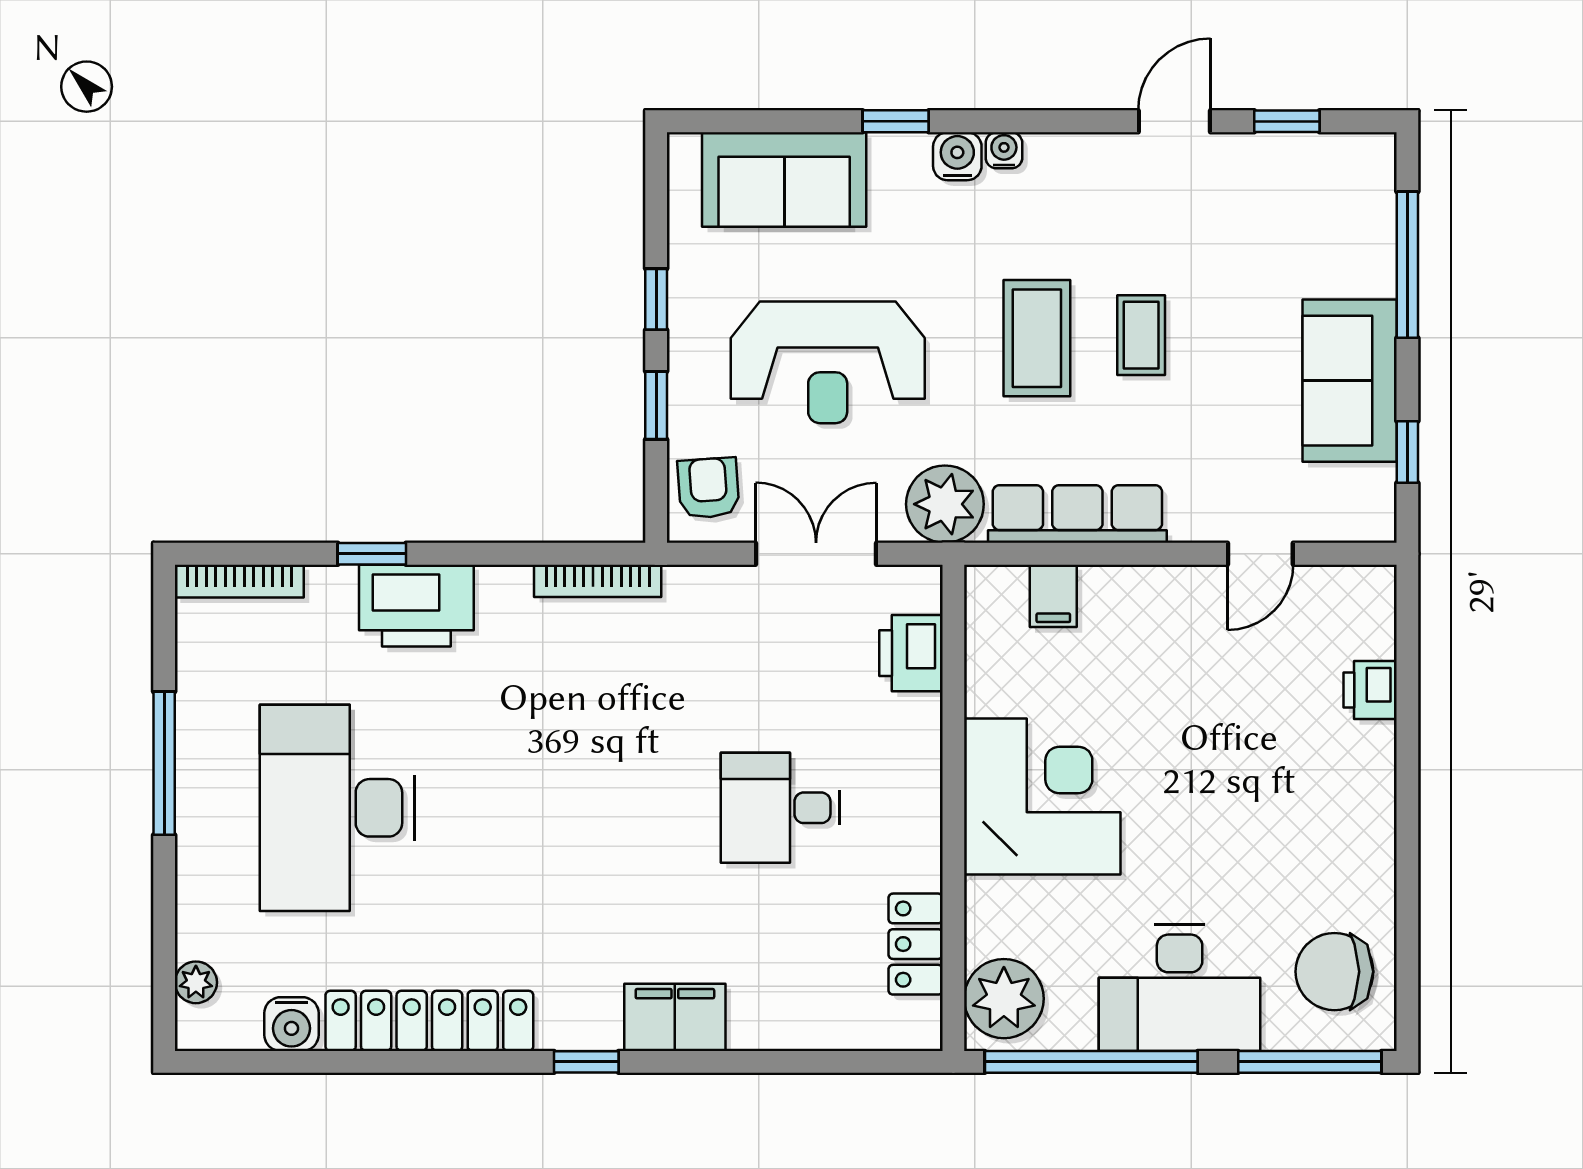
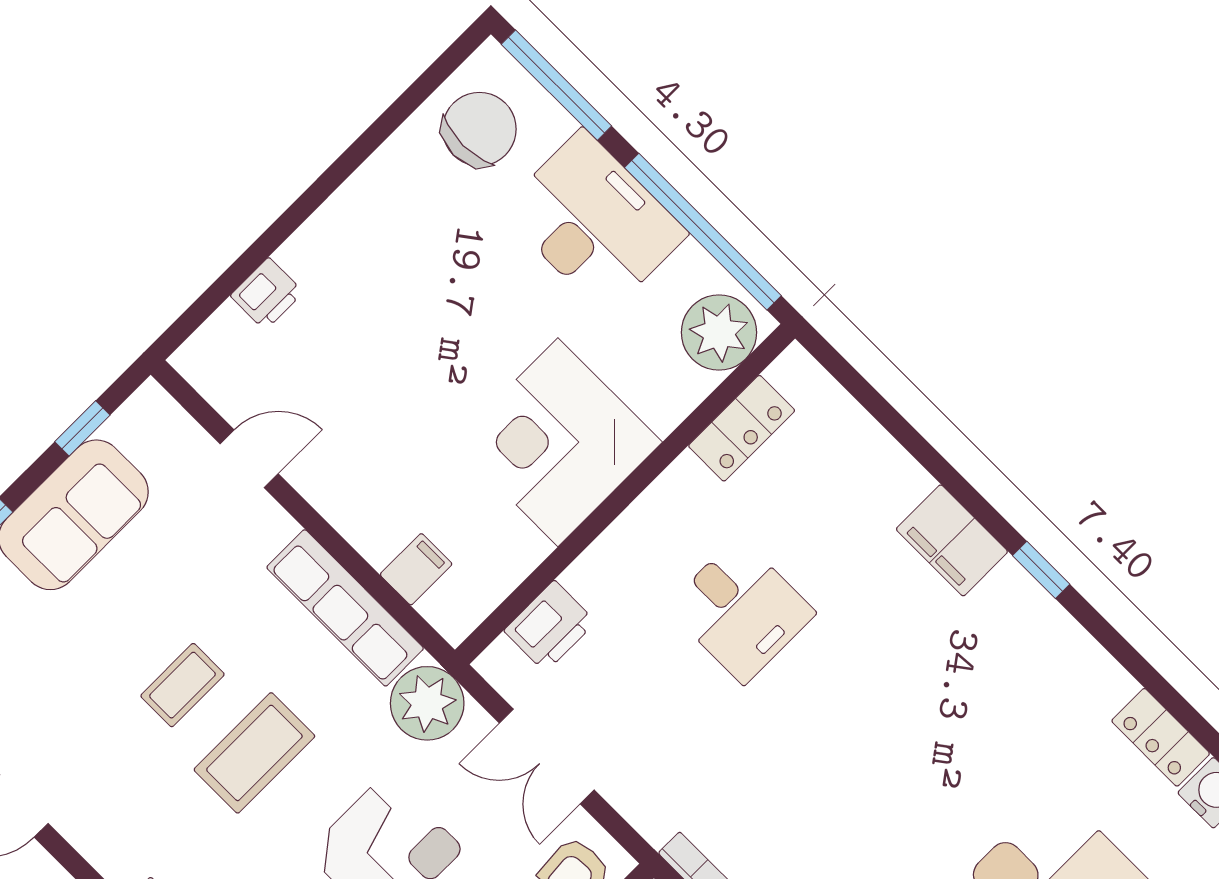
chair: (1334, 972) -> (479, 129), turned -90
locker: (429, 1021) -> (1161, 737), width x0.46, depth x0.83

